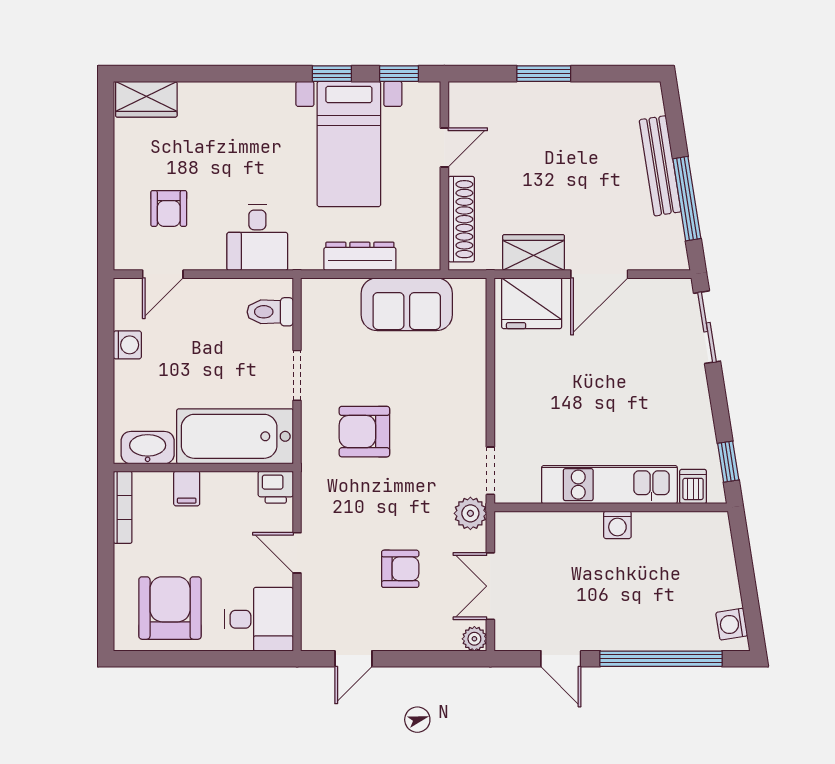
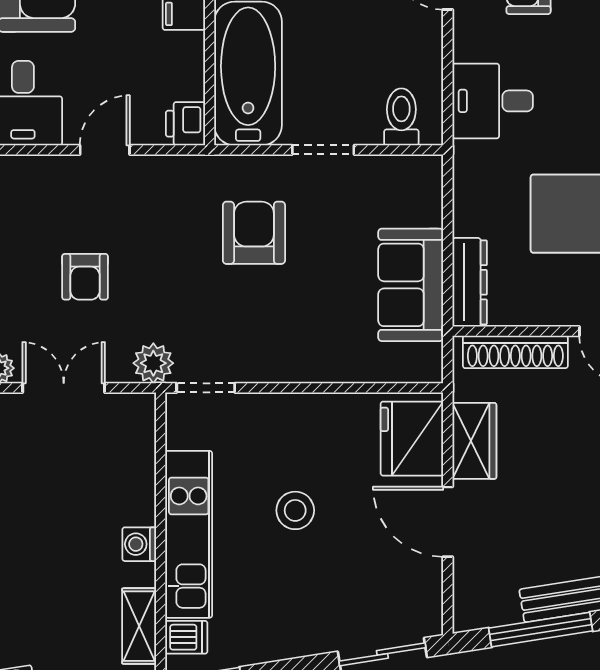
dresser: (360, 256) -> (470, 282), moved
stool: (590, 398) -> (295, 510), added
shelving: (684, 525) -> (139, 626), added

